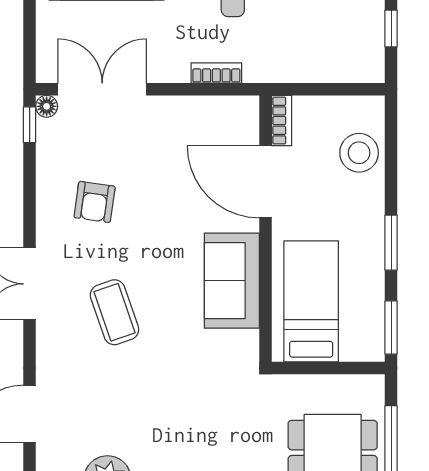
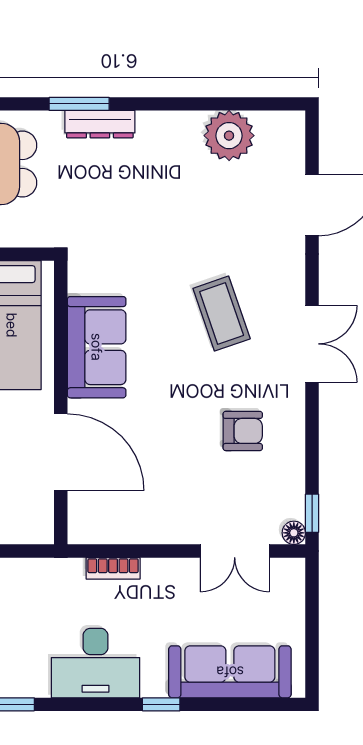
double door: (102, 89) -> (235, 551), width x0.73
bookcase: (282, 121) -> (44, 518), removed
armchair: (95, 202) -> (243, 431), turned 82

